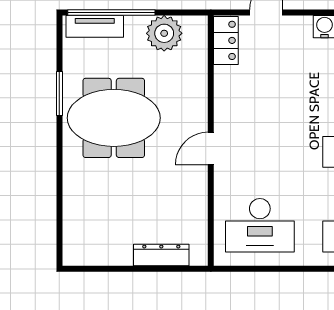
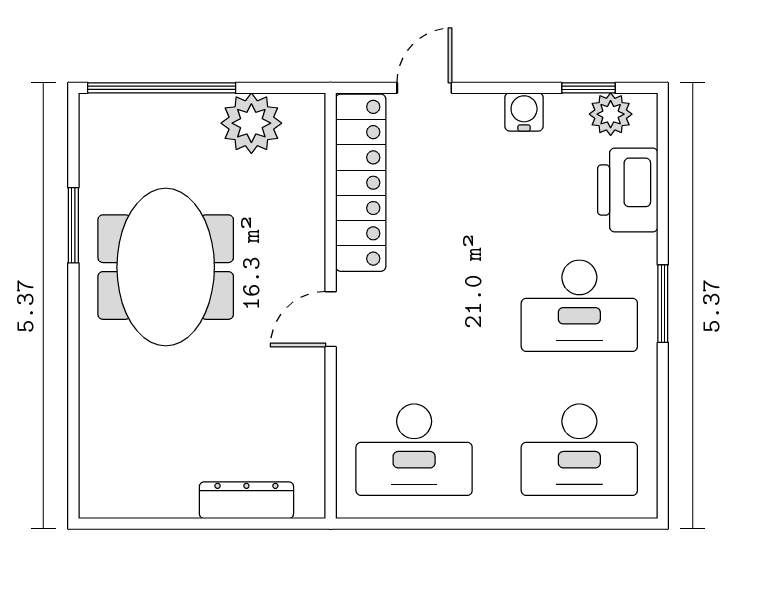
tv unit: (95, 26) -> (133, 111), removed
locker: (226, 40) -> (361, 183), width x2.16, depth x1.21
meeting table: (114, 118) -> (166, 267), turned 90

